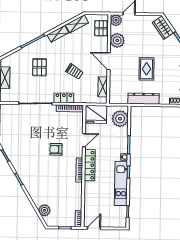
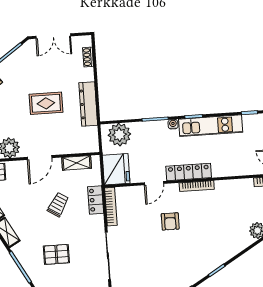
locker: (64, 98) -> (96, 200), moved
door: (84, 140) -> (154, 183), swing flipped

